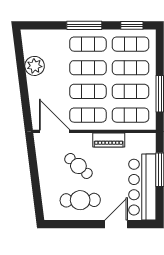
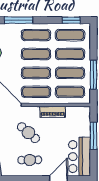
window: (84, 25) -> (19, 20), moved
bar counter: (142, 187) -> (80, 157), width x0.73
cafe table: (80, 200) -> (30, 160), width x0.73, depth x0.74

